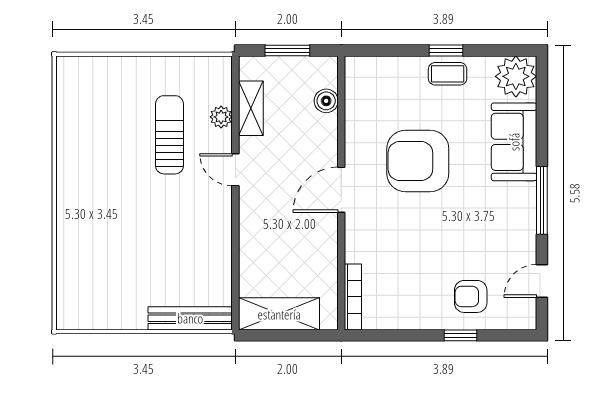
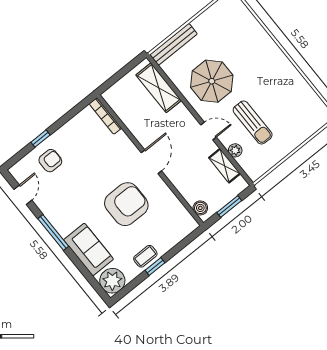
boiler: (326, 101) -> (200, 208), moved
parasol: (179, 231) -> (212, 81), added
shelving: (279, 314) -> (159, 88), moved, turned 90

